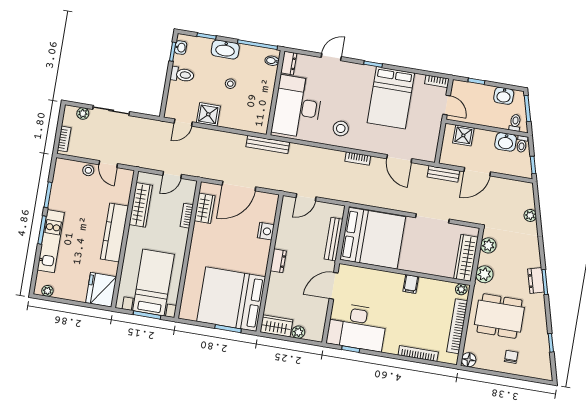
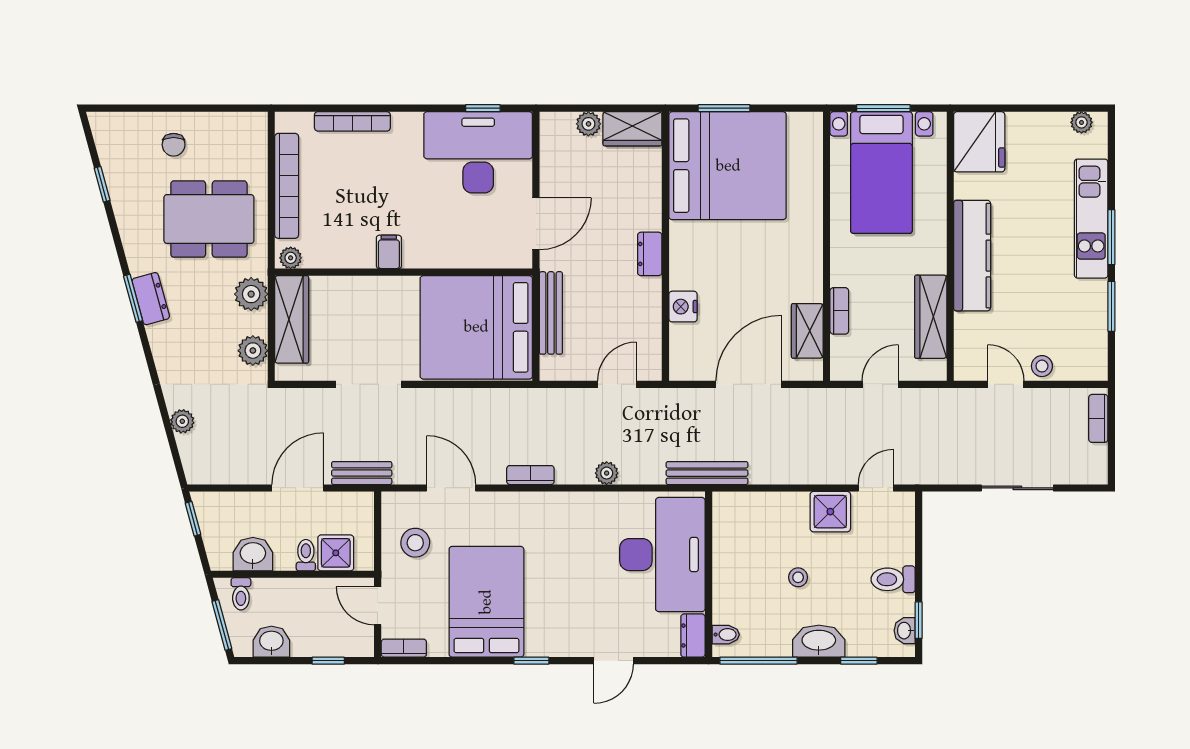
plant: (83, 113) -> (607, 473), moved
stool: (341, 128) -> (415, 543), moved
toilet: (522, 144) -> (306, 555), moved
floor lamp: (469, 360) -> (254, 126), removed

